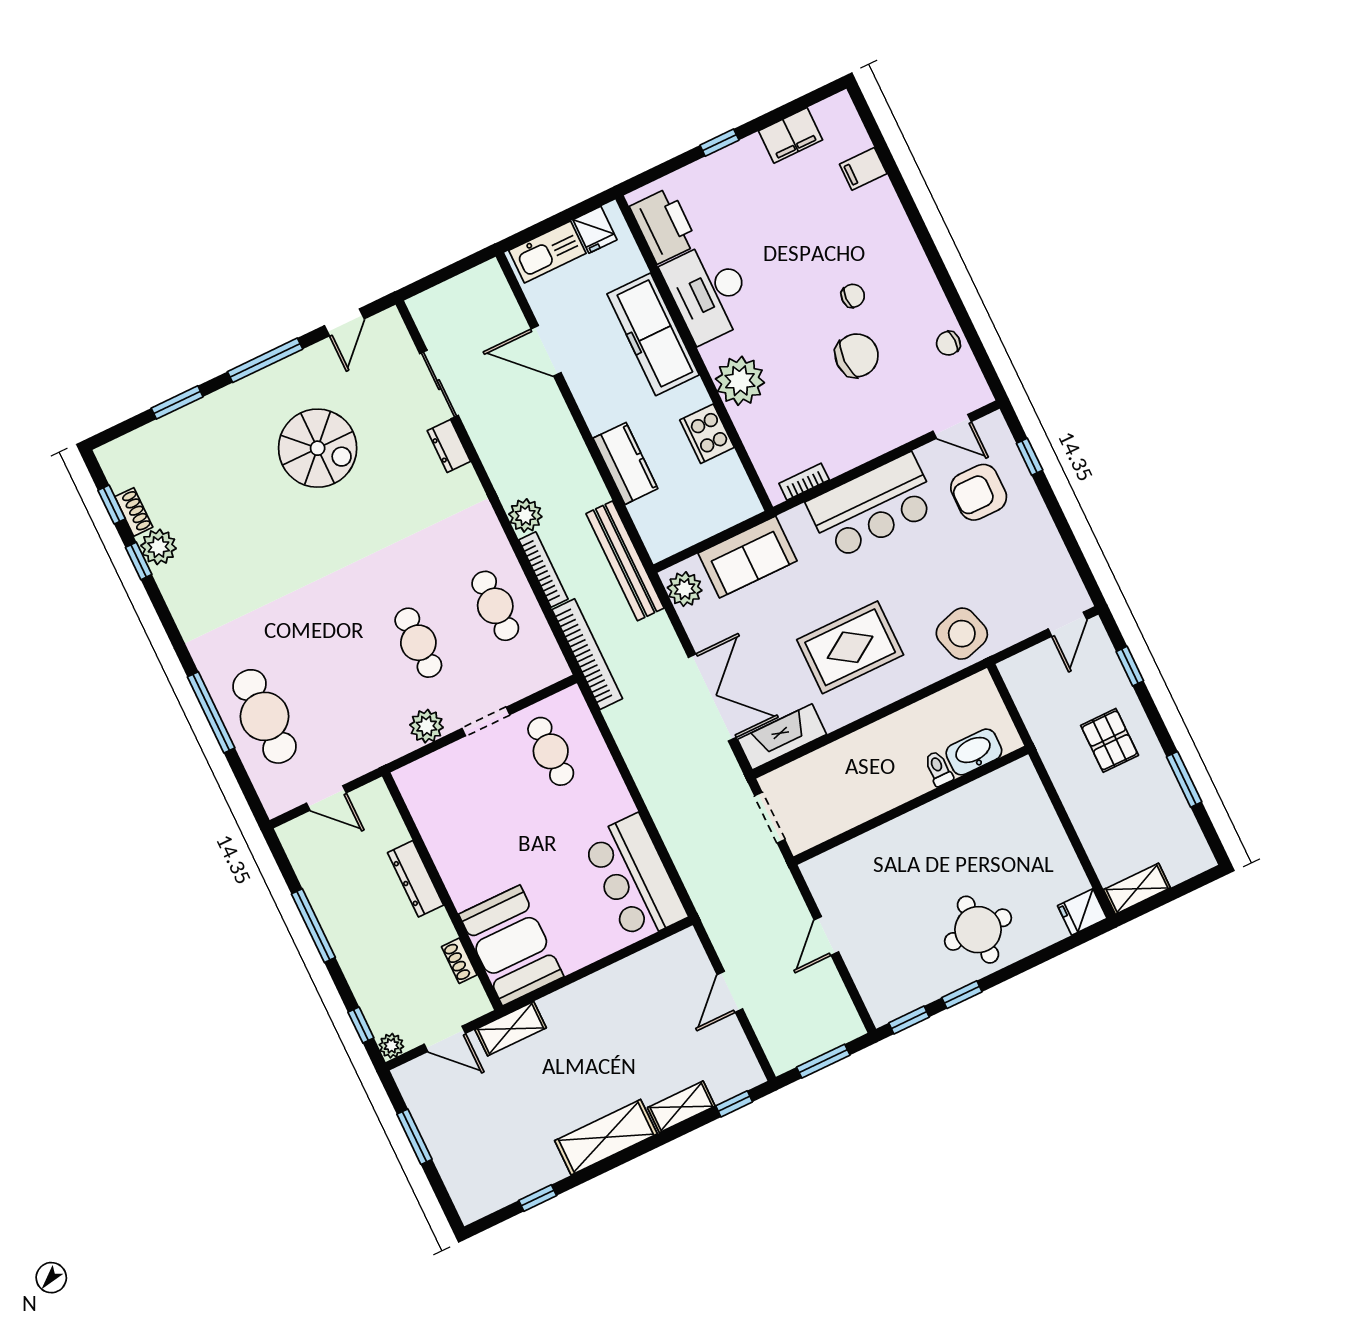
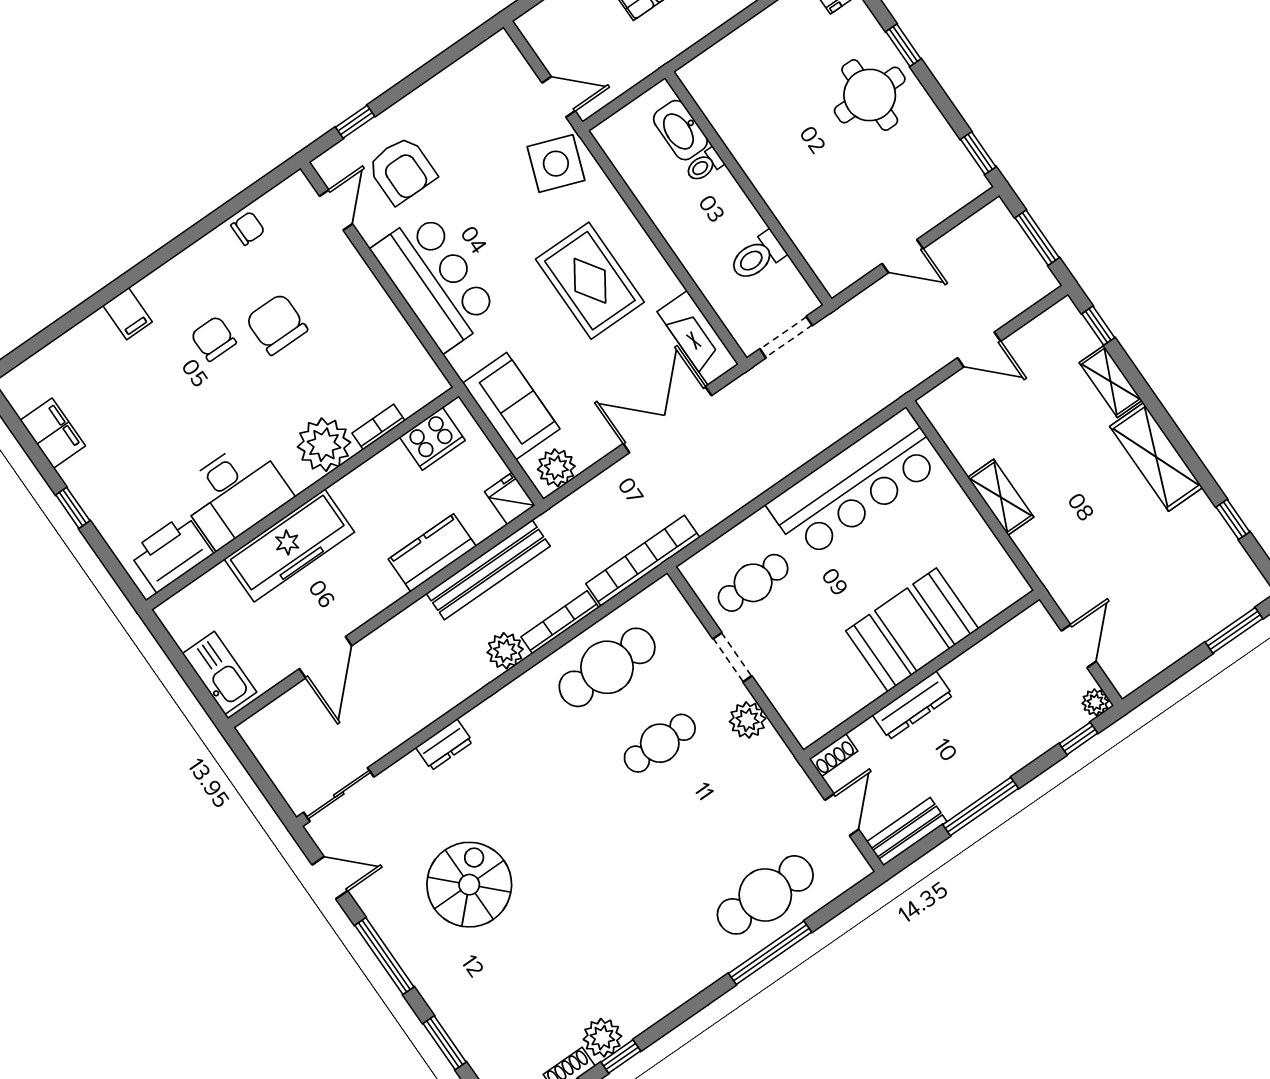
filing cabinet: (863, 169) -> (128, 314), moved
fridge: (595, 230) -> (510, 498), moved, turned -90
chair: (853, 296) -> (214, 339), width x1.37, depth x1.37
chair: (948, 343) -> (248, 228), turned -90
sliding door: (439, 385) -> (339, 795), moved
cooker: (707, 434) -> (432, 439), moved
bookcase: (804, 482) -> (379, 427), moved, turned 90
bench: (625, 561) -> (488, 570), moved
cafe table: (495, 606) -> (607, 667), width x1.37, depth x1.35
door: (1067, 624) -> (559, 97), moved
side table: (962, 634) -> (556, 164), turned 37
toilet: (848, 803) -> (757, 256), added
bench: (301, 855) -> (907, 832), added
bar counter: (635, 878) -> (855, 484), width x1.36
booth: (511, 945) -> (912, 630), moved
shoe rack: (459, 961) -> (833, 755), moved
window: (962, 995) -> (903, 45), moved
shelving: (511, 1029) -> (1001, 497), moved
window: (414, 1137) -> (1234, 630), moved

